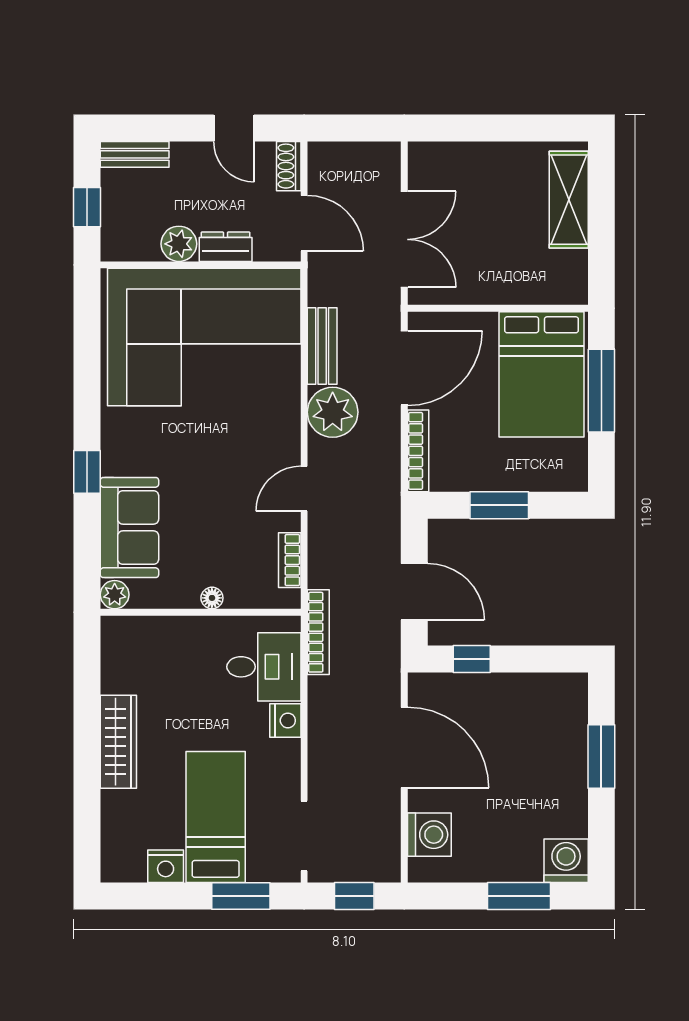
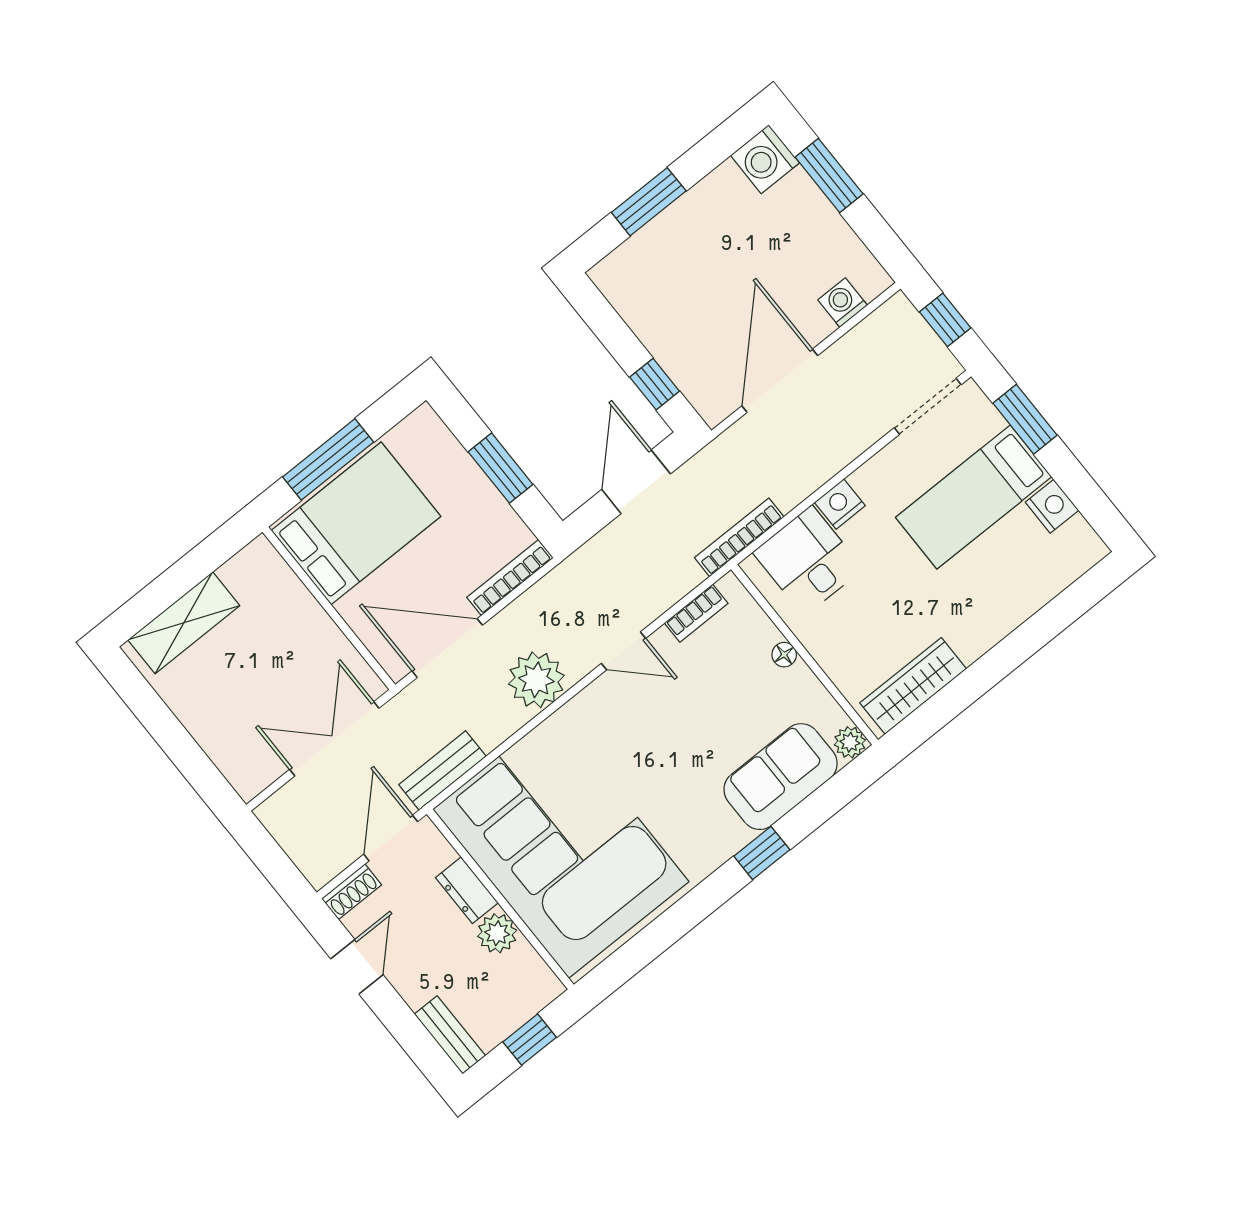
bench: (322, 346) -> (442, 770), moved
wardrobe: (118, 742) -> (913, 686), moved
washing machine: (429, 835) -> (843, 303), width x0.73, depth x0.73

